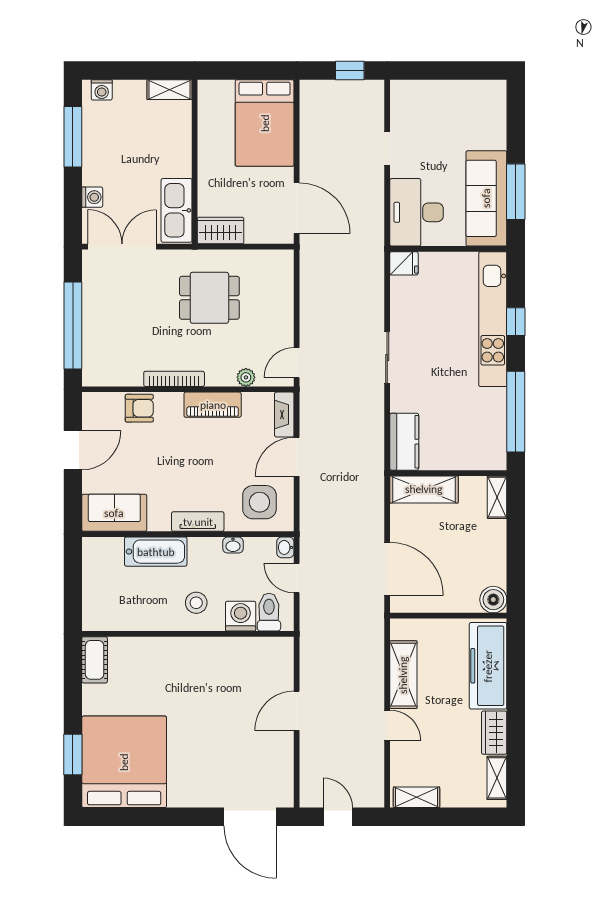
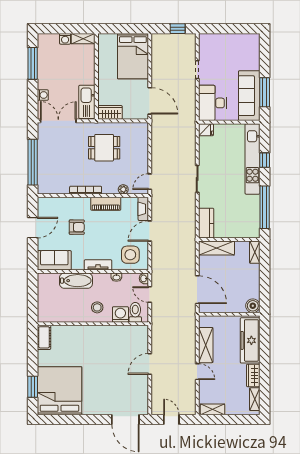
washing machine: (102, 90) -> (65, 39), moved
armchair: (139, 408) -> (77, 227), moved

